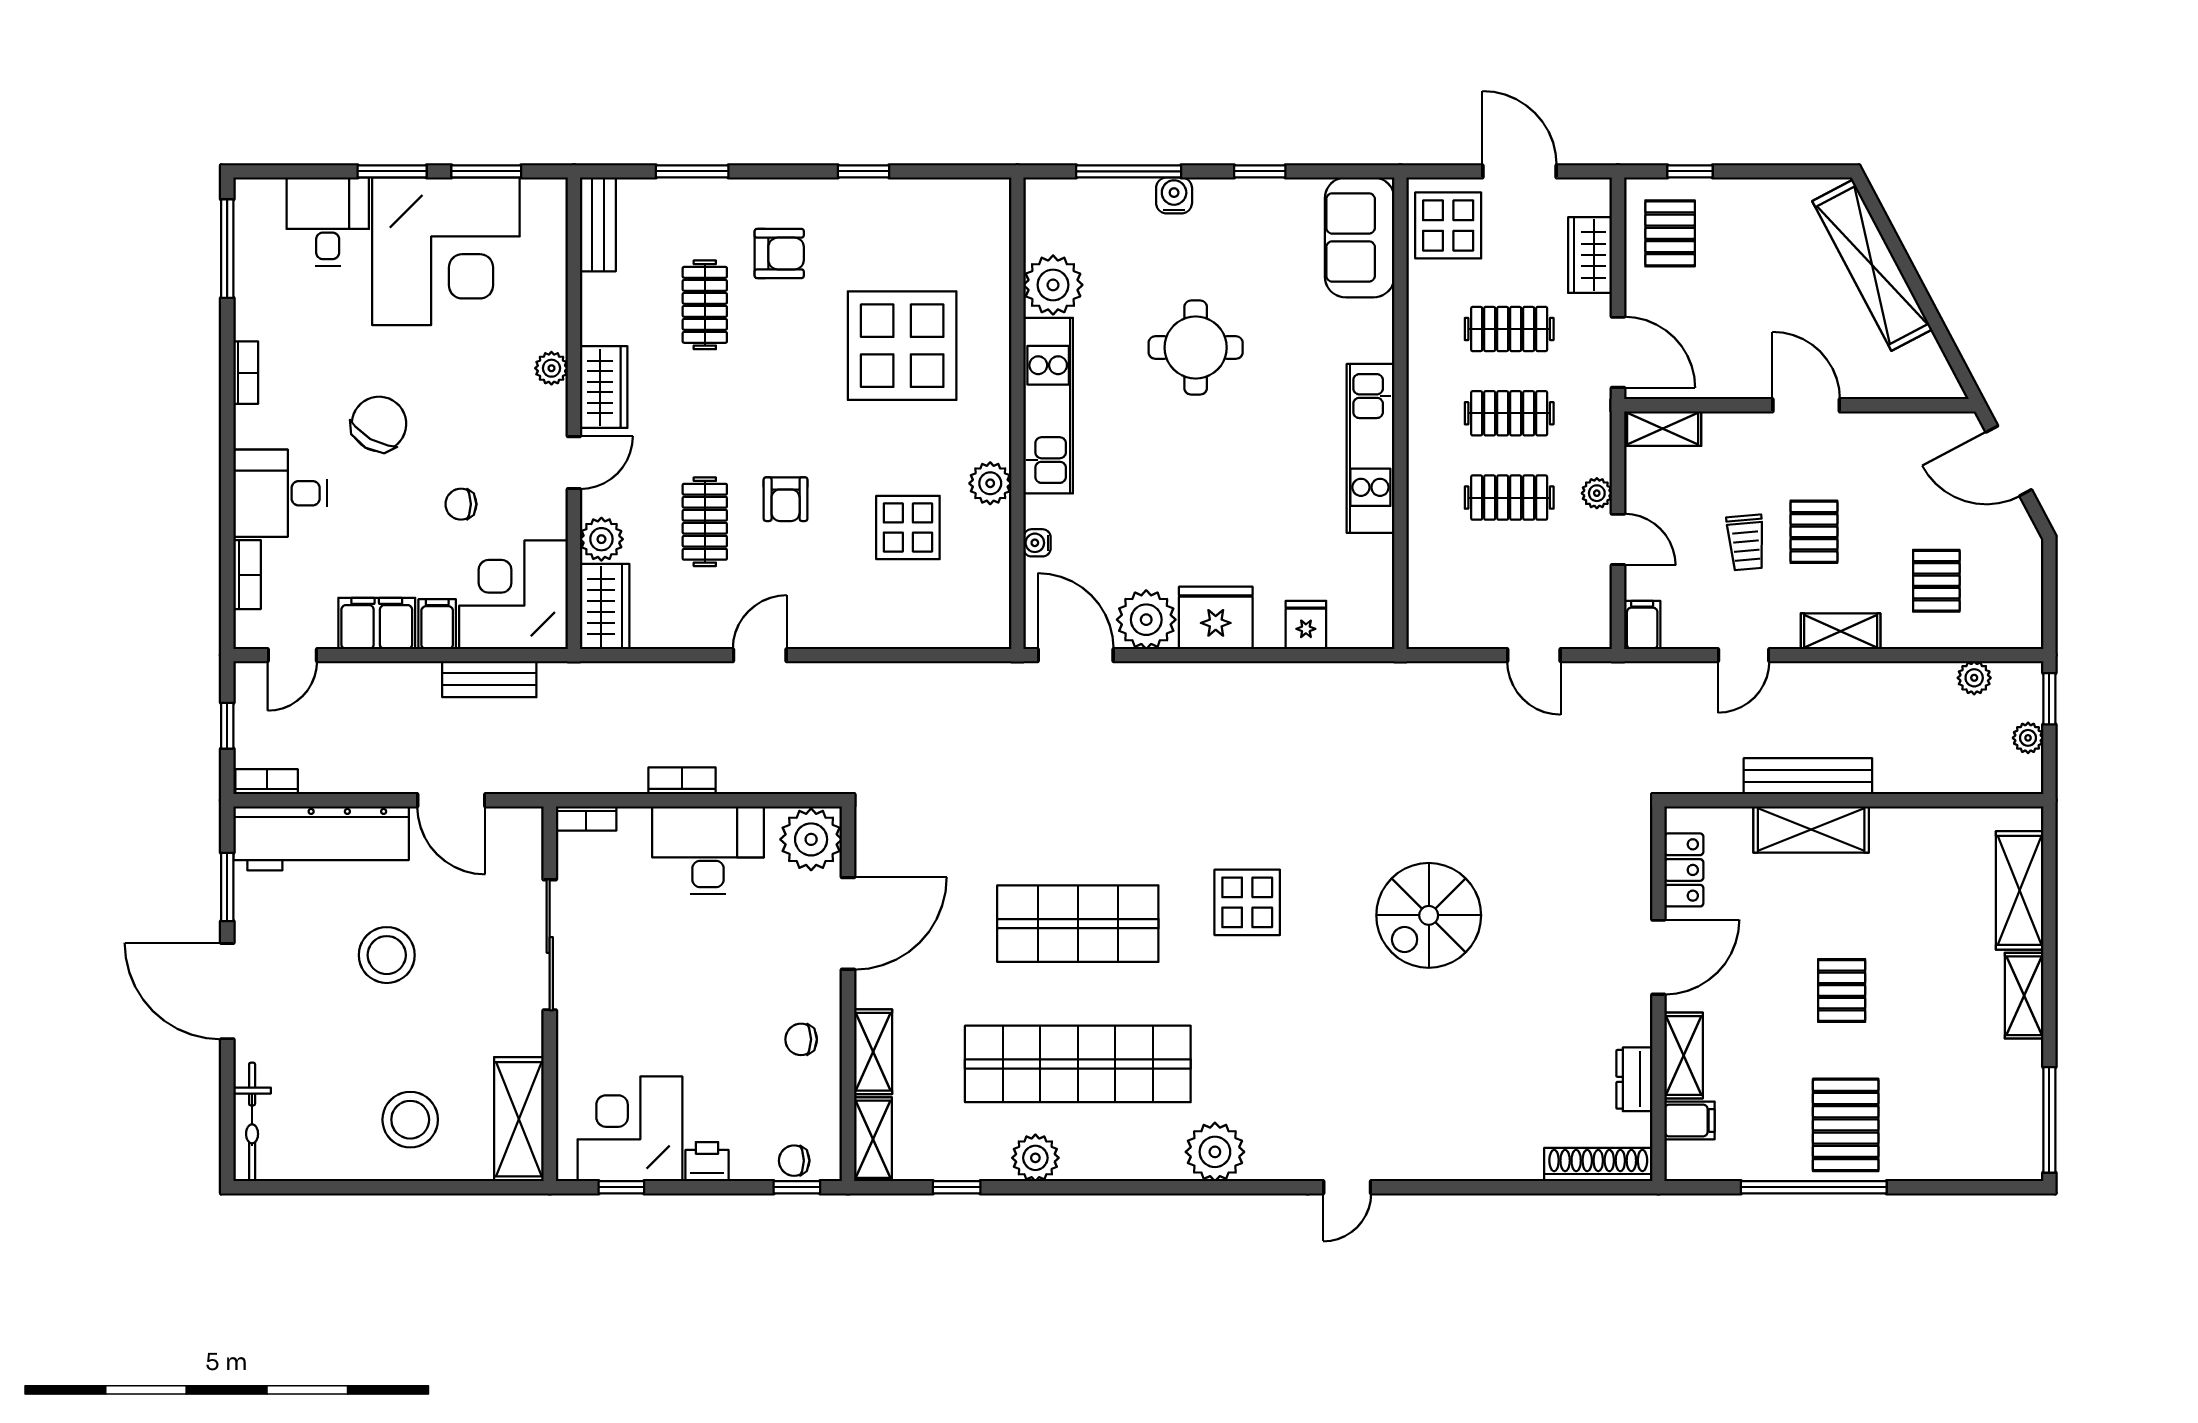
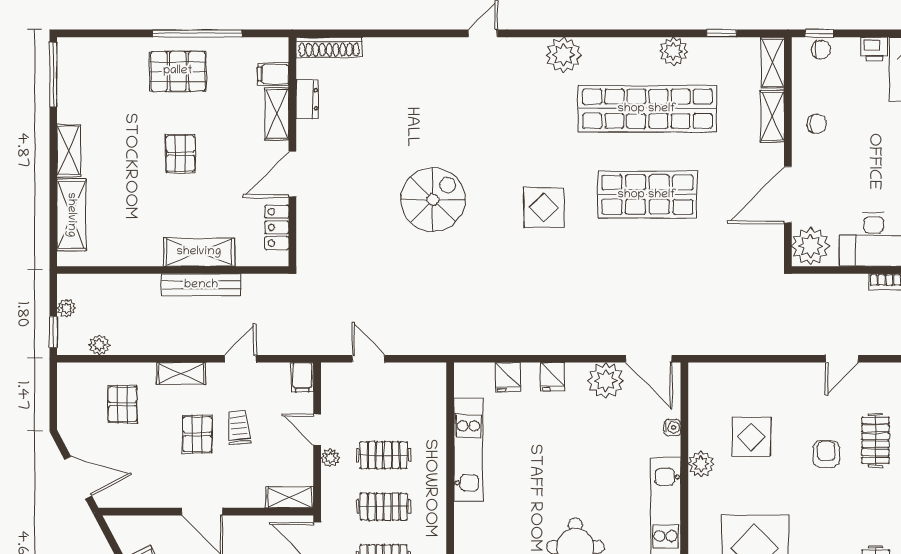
kitchen unit: (1370, 448) -> (468, 450), moved
fridge: (1216, 618) -> (552, 377), width x0.53, depth x0.75
pallet: (1846, 1125) -> (178, 71), turned 90

